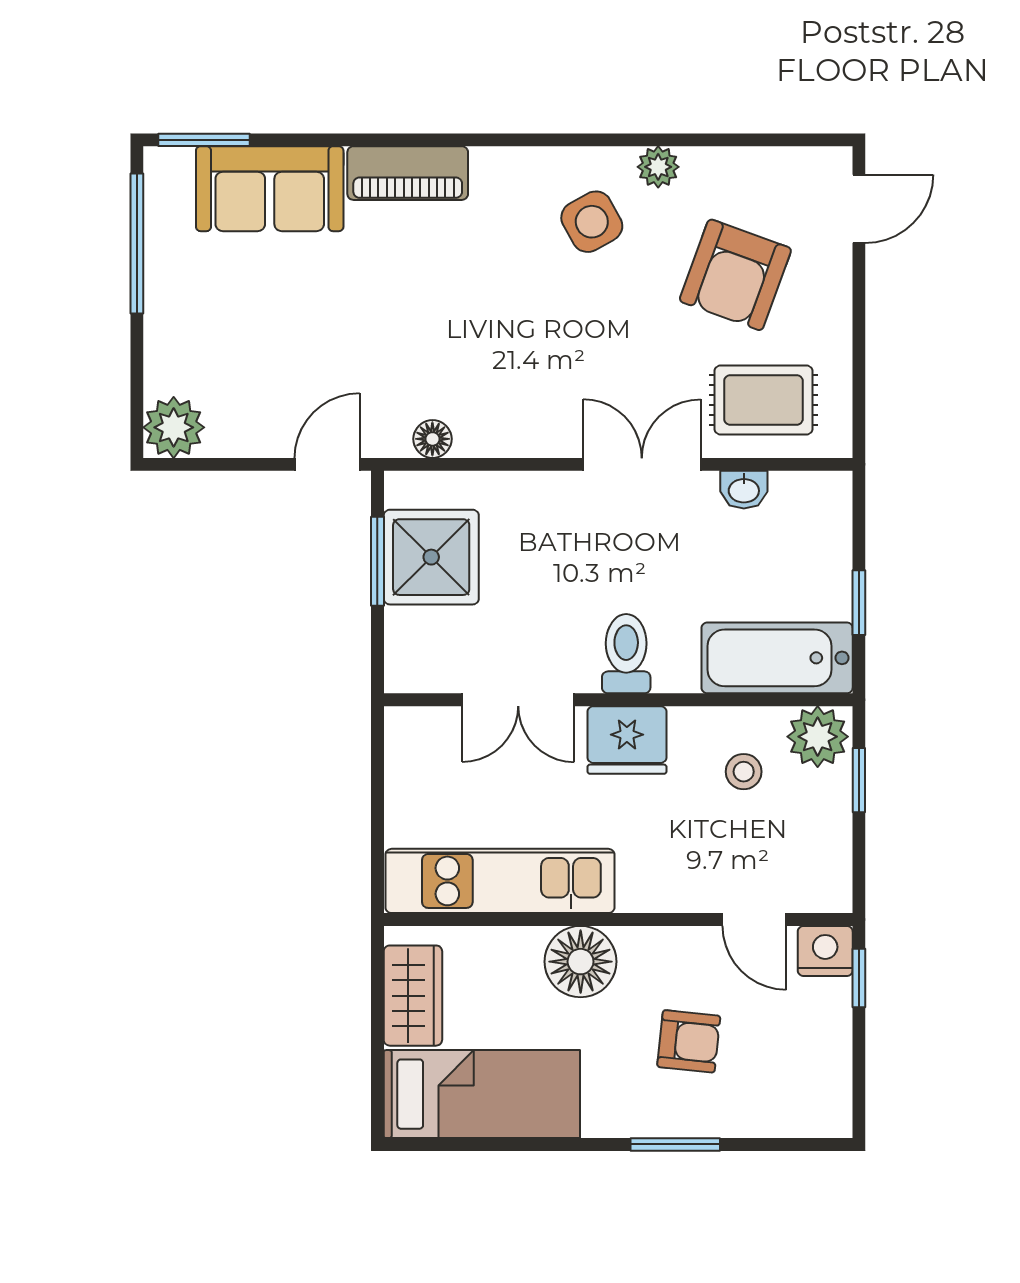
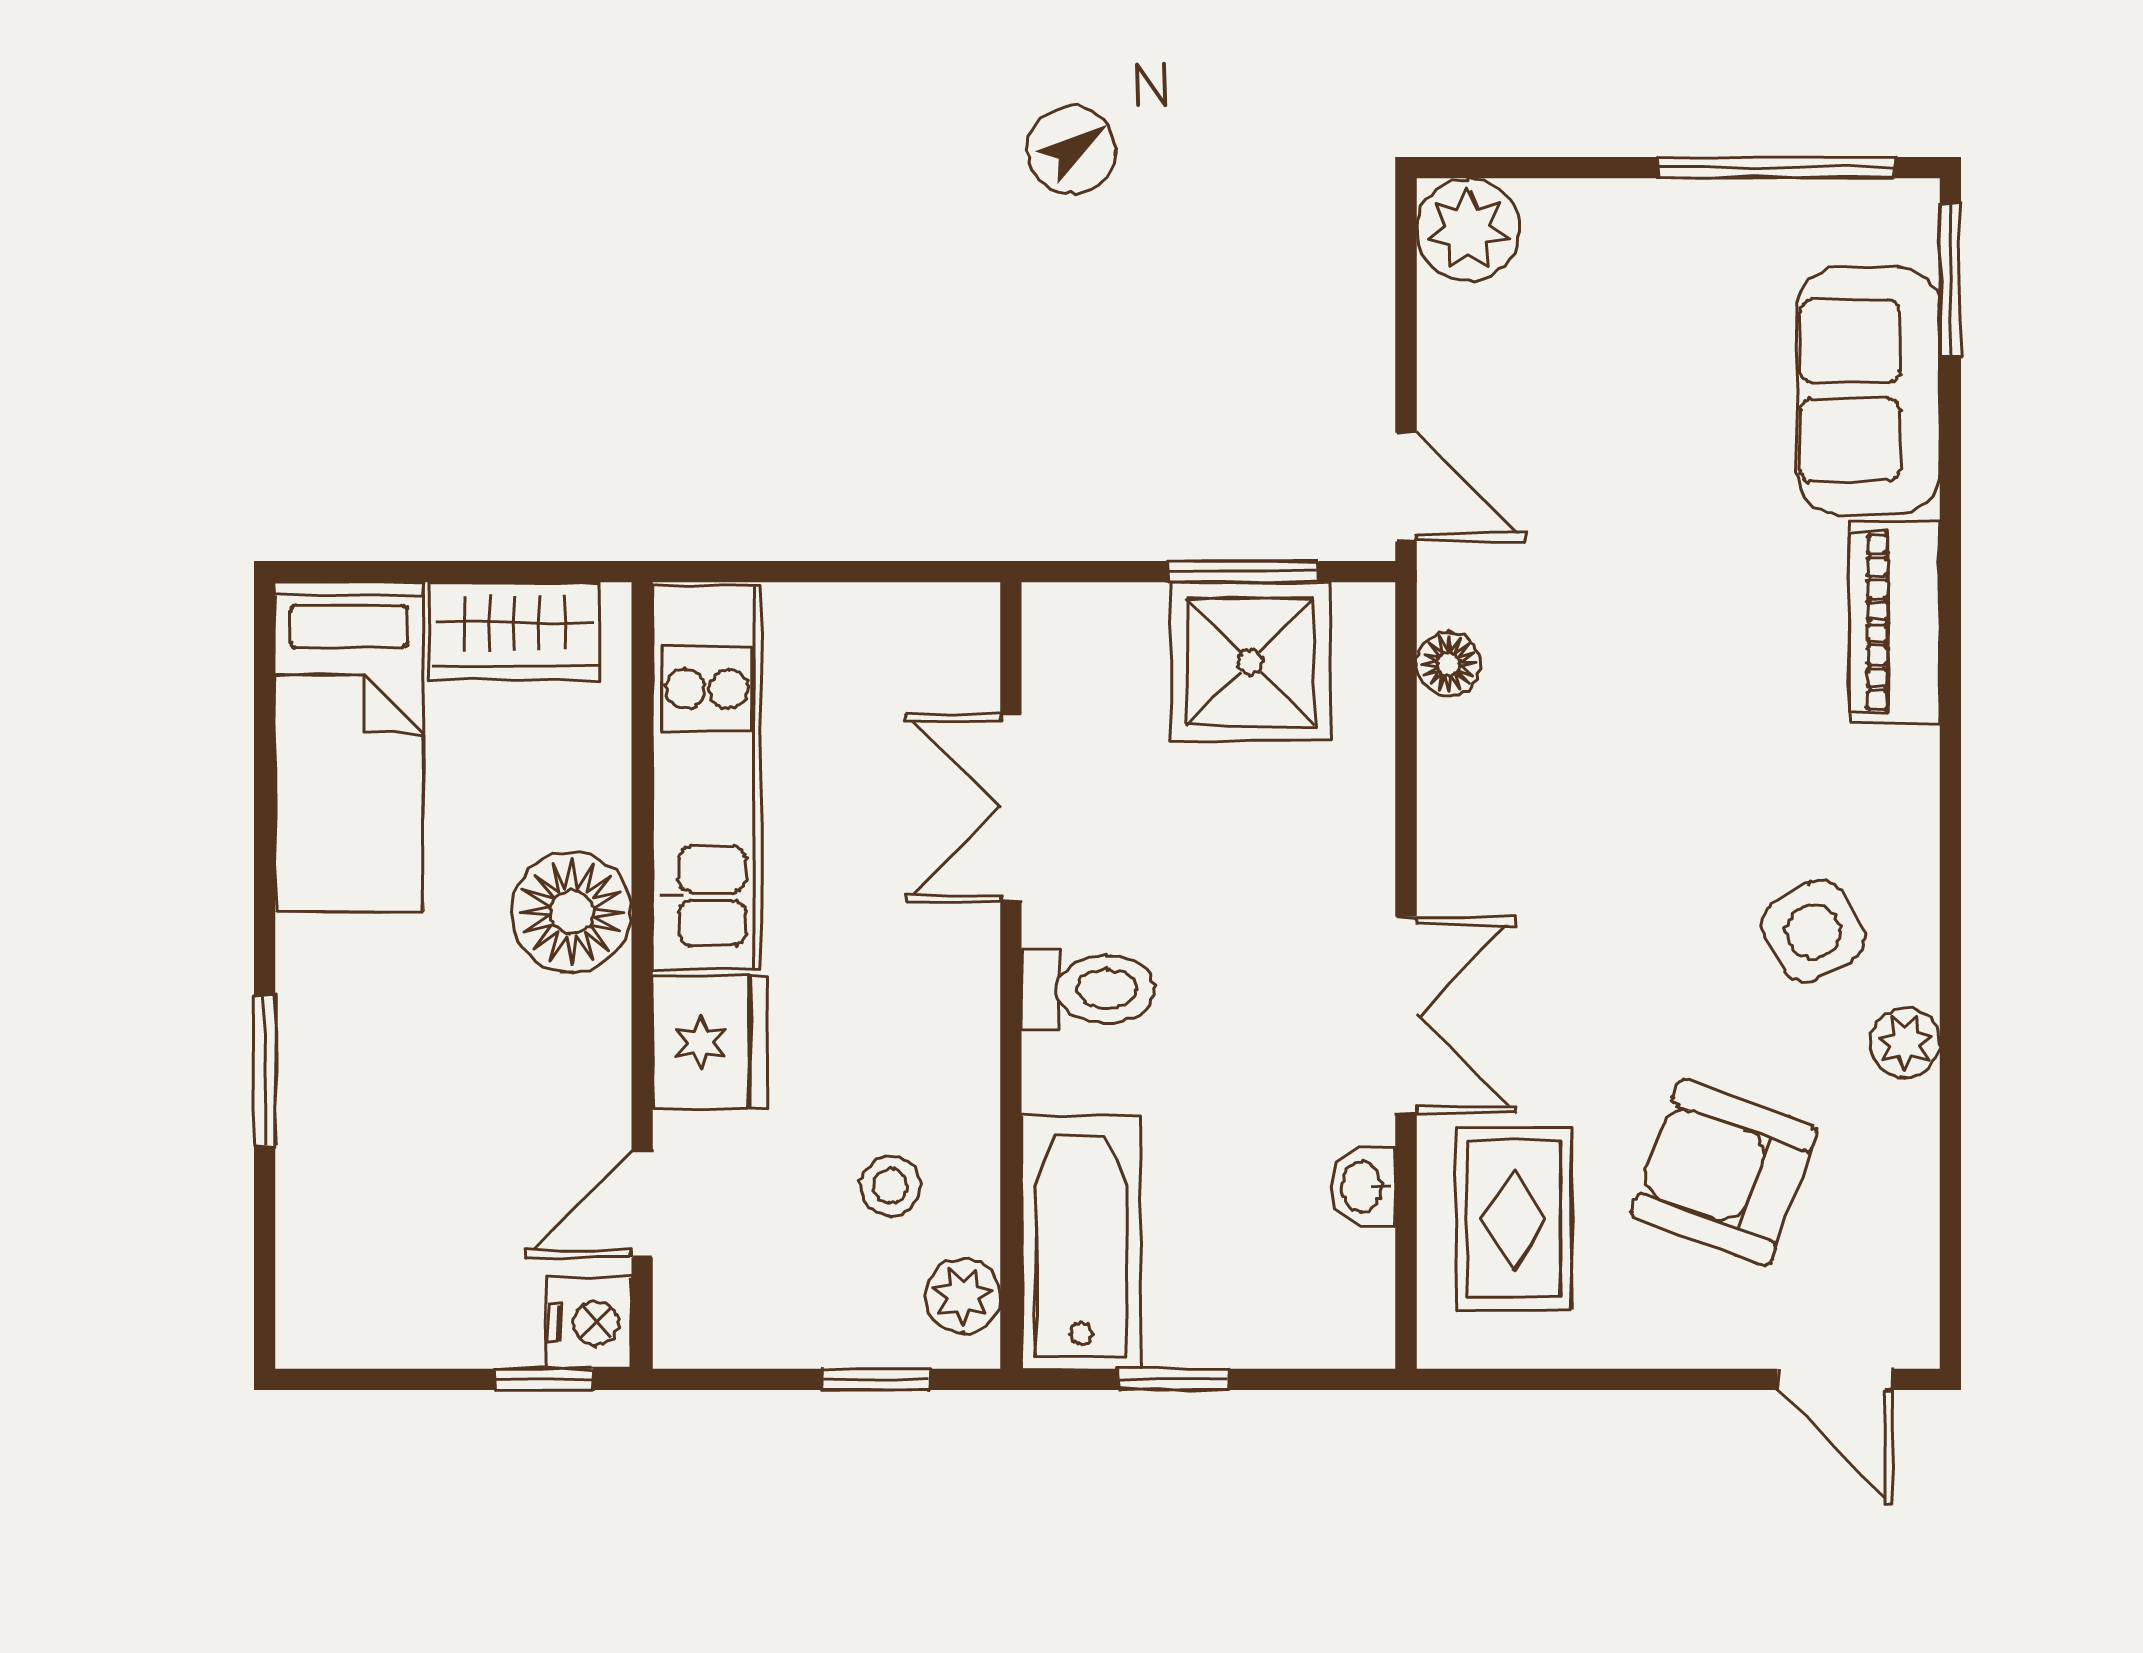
plant: (818, 737) -> (963, 1296), width x0.73, depth x0.73
fridge: (627, 740) -> (710, 1042), moved, turned 180
armchair: (689, 1041) -> (438, 1094), removed

